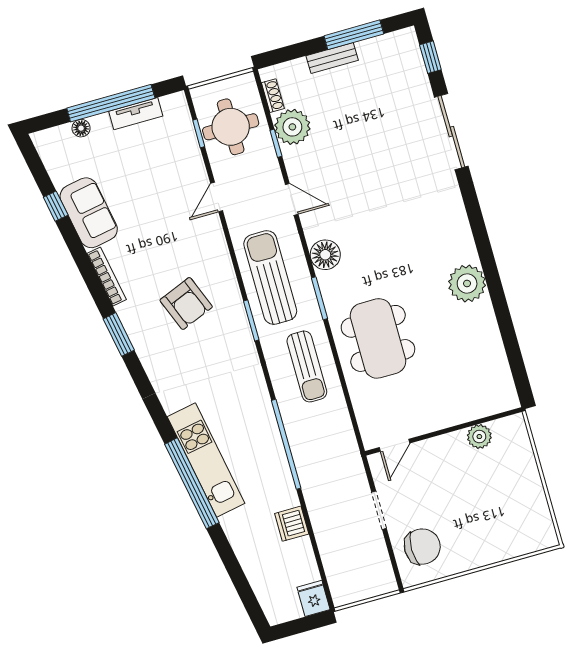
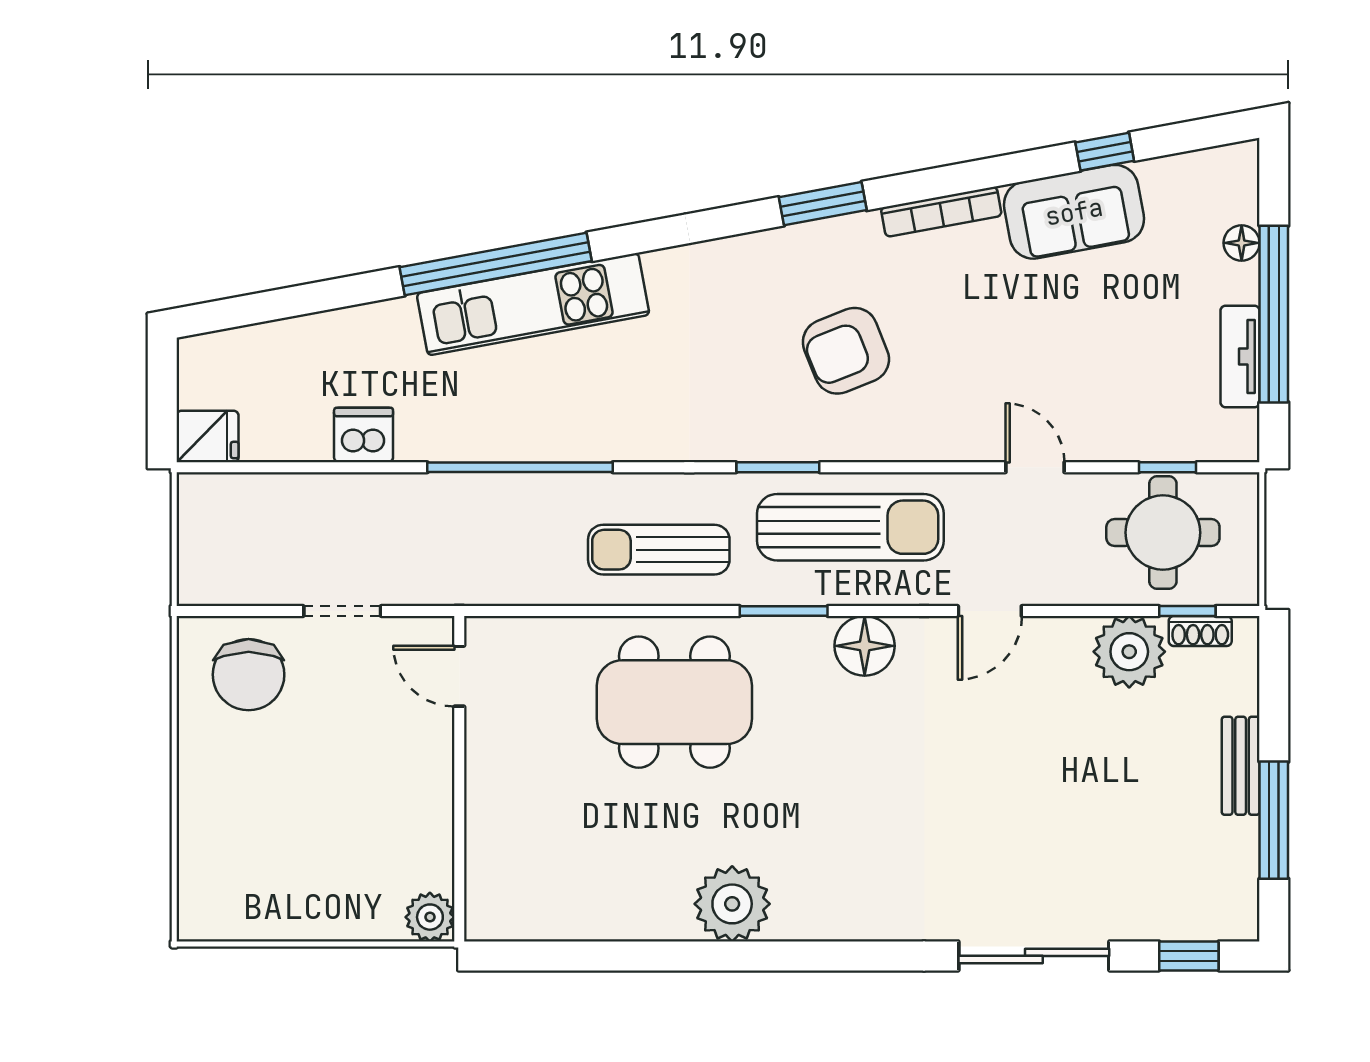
window: (276, 143) -> (1187, 611), moved
plant: (479, 437) -> (430, 917), moved

